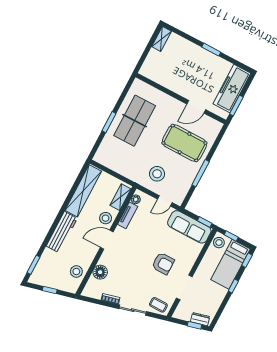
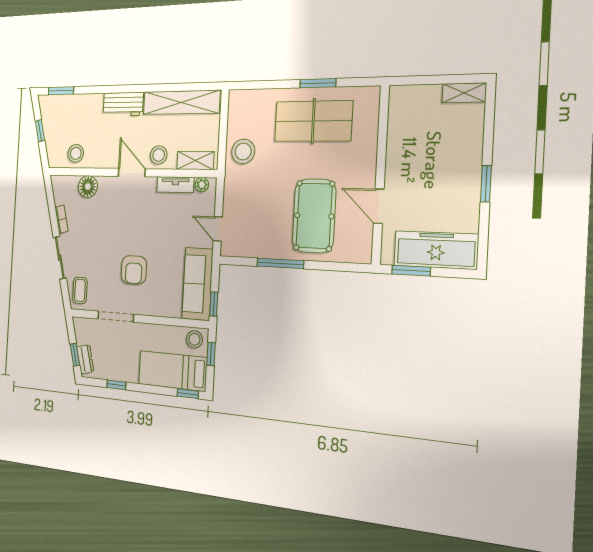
window: (109, 122) -> (318, 83), moved
stool: (157, 174) -> (243, 152), moved
workbench: (62, 232) -> (123, 104), width x0.73
window: (233, 286) -> (116, 385), moved

